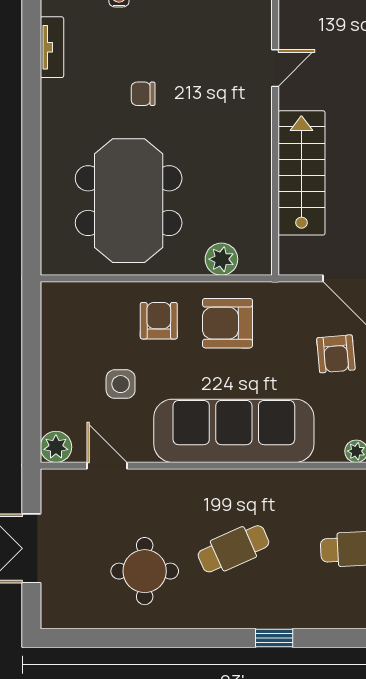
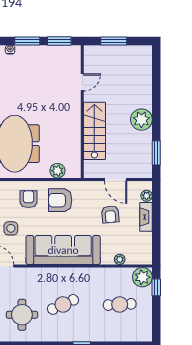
chair: (143, 94) -> (21, 94), removed

